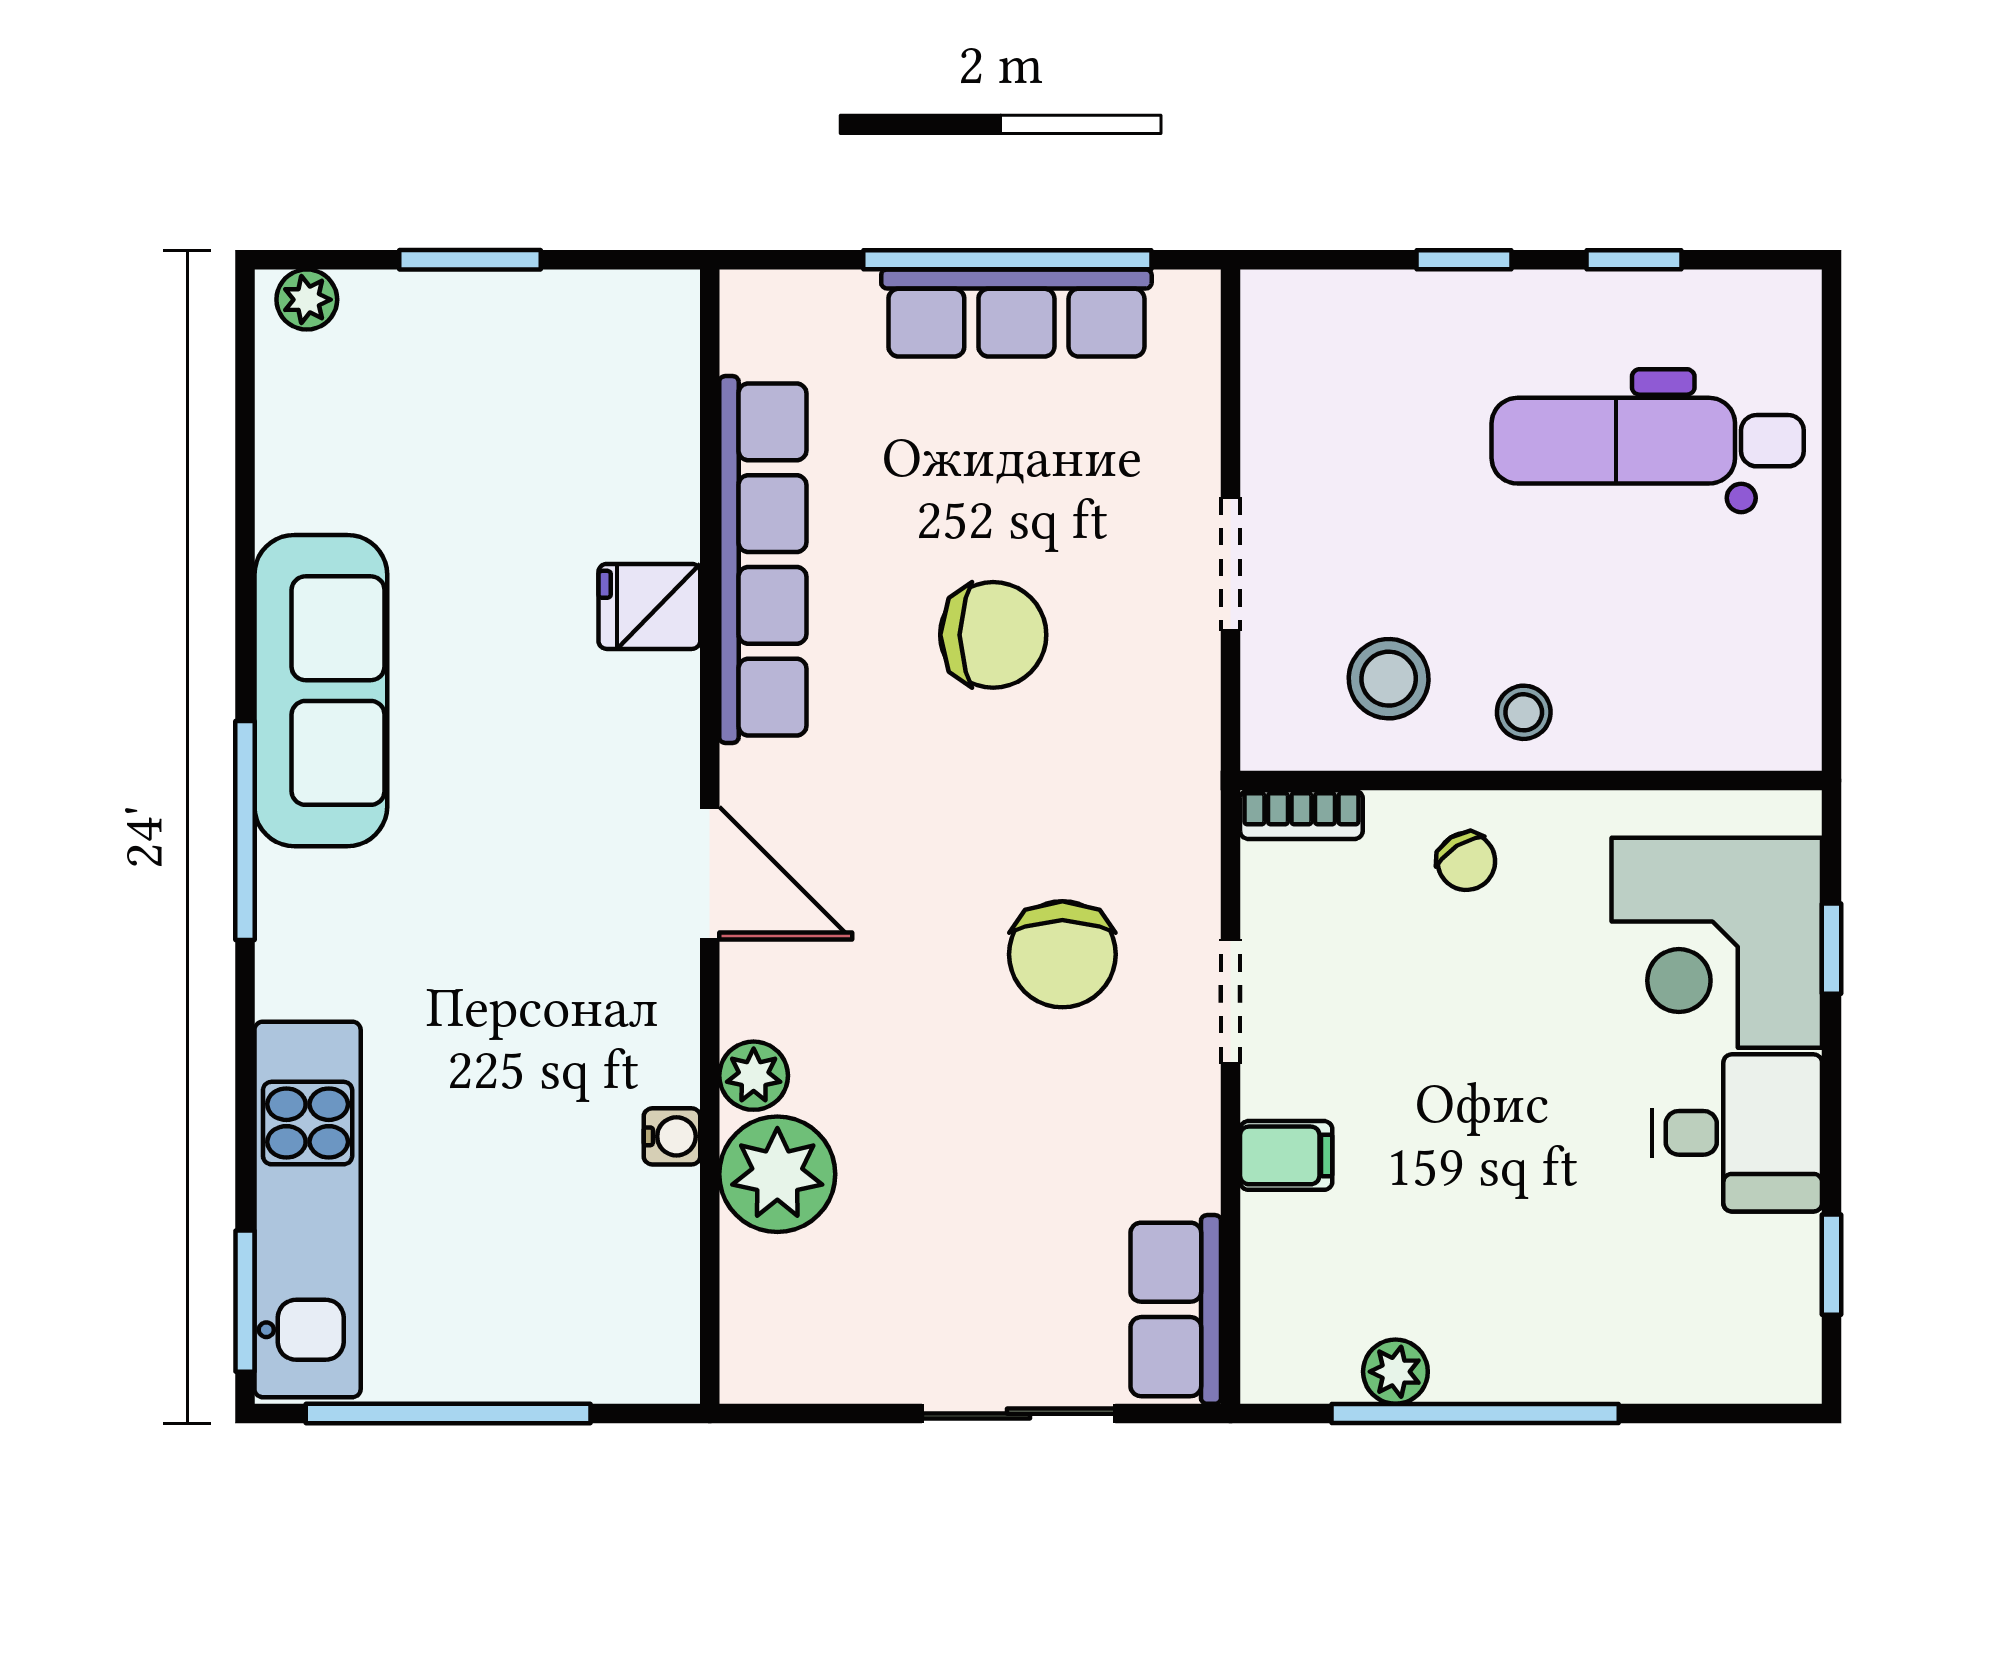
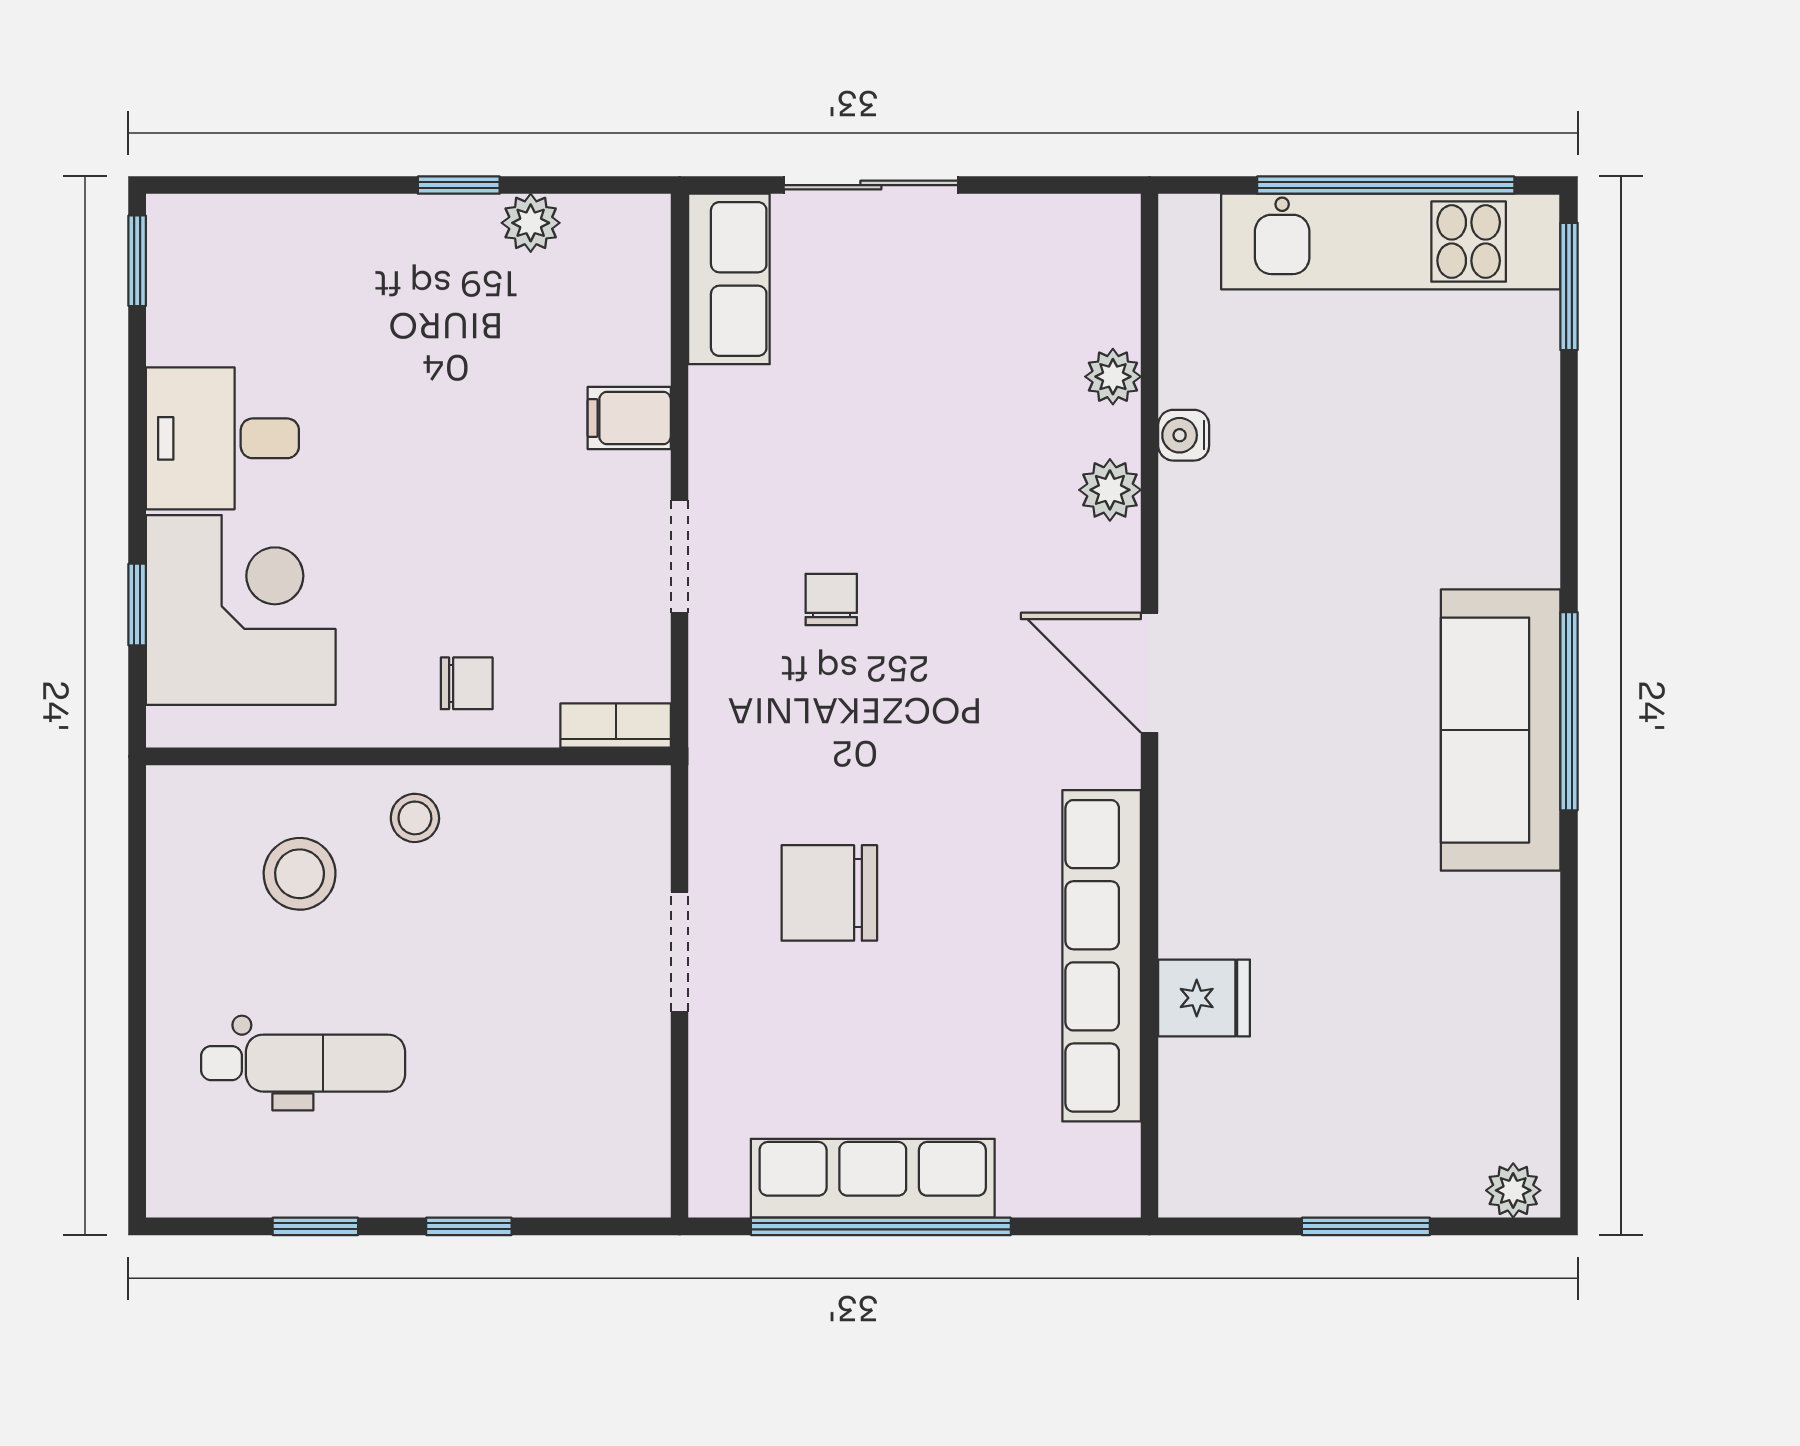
dental chair: (1648, 441) -> (303, 1063), width x0.73, depth x0.72
fridge: (649, 606) -> (1204, 998), moved
chair: (993, 635) -> (829, 893), moved
stool: (1389, 679) -> (300, 874), moved
sofa: (321, 691) -> (1501, 730), moved
chair: (1466, 861) -> (467, 683), turned 122
chair: (1062, 954) -> (831, 600), width x0.54, depth x0.54
plant: (777, 1174) -> (1113, 377), width x0.53, depth x0.53
kitchen unit: (308, 1209) -> (1391, 242), moved, turned -90
window: (1831, 1265) -> (137, 261), moved
window: (1475, 1414) -> (459, 185), width x0.32

